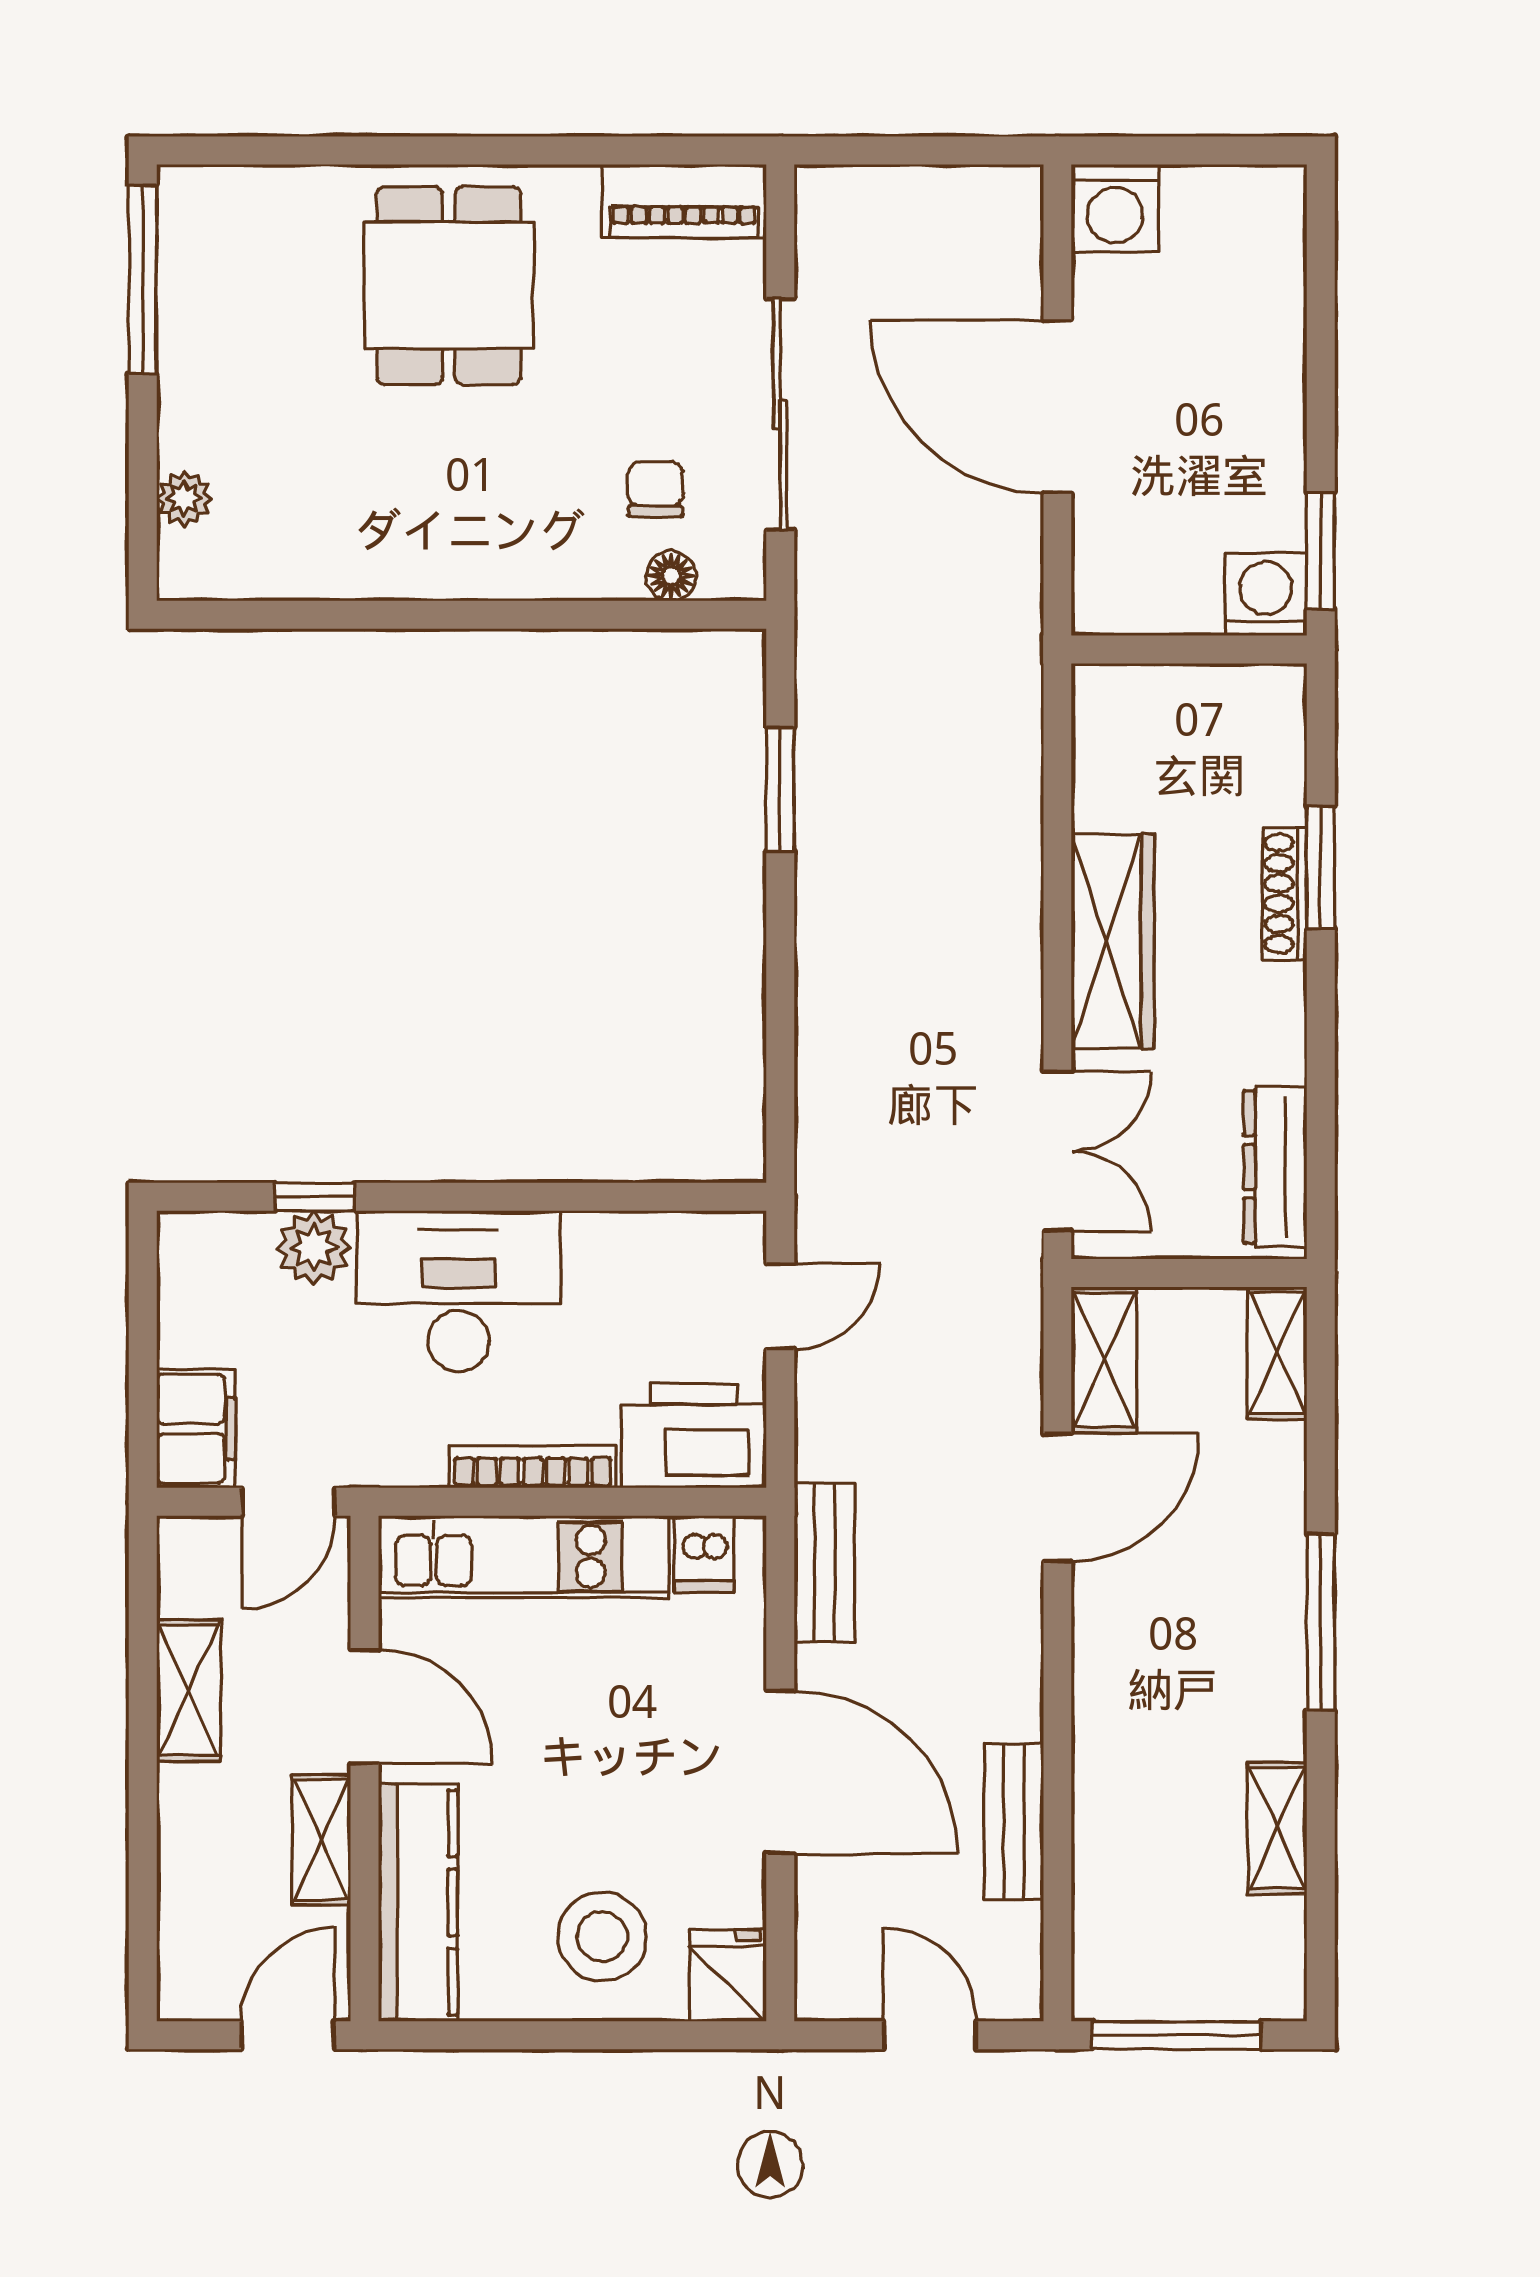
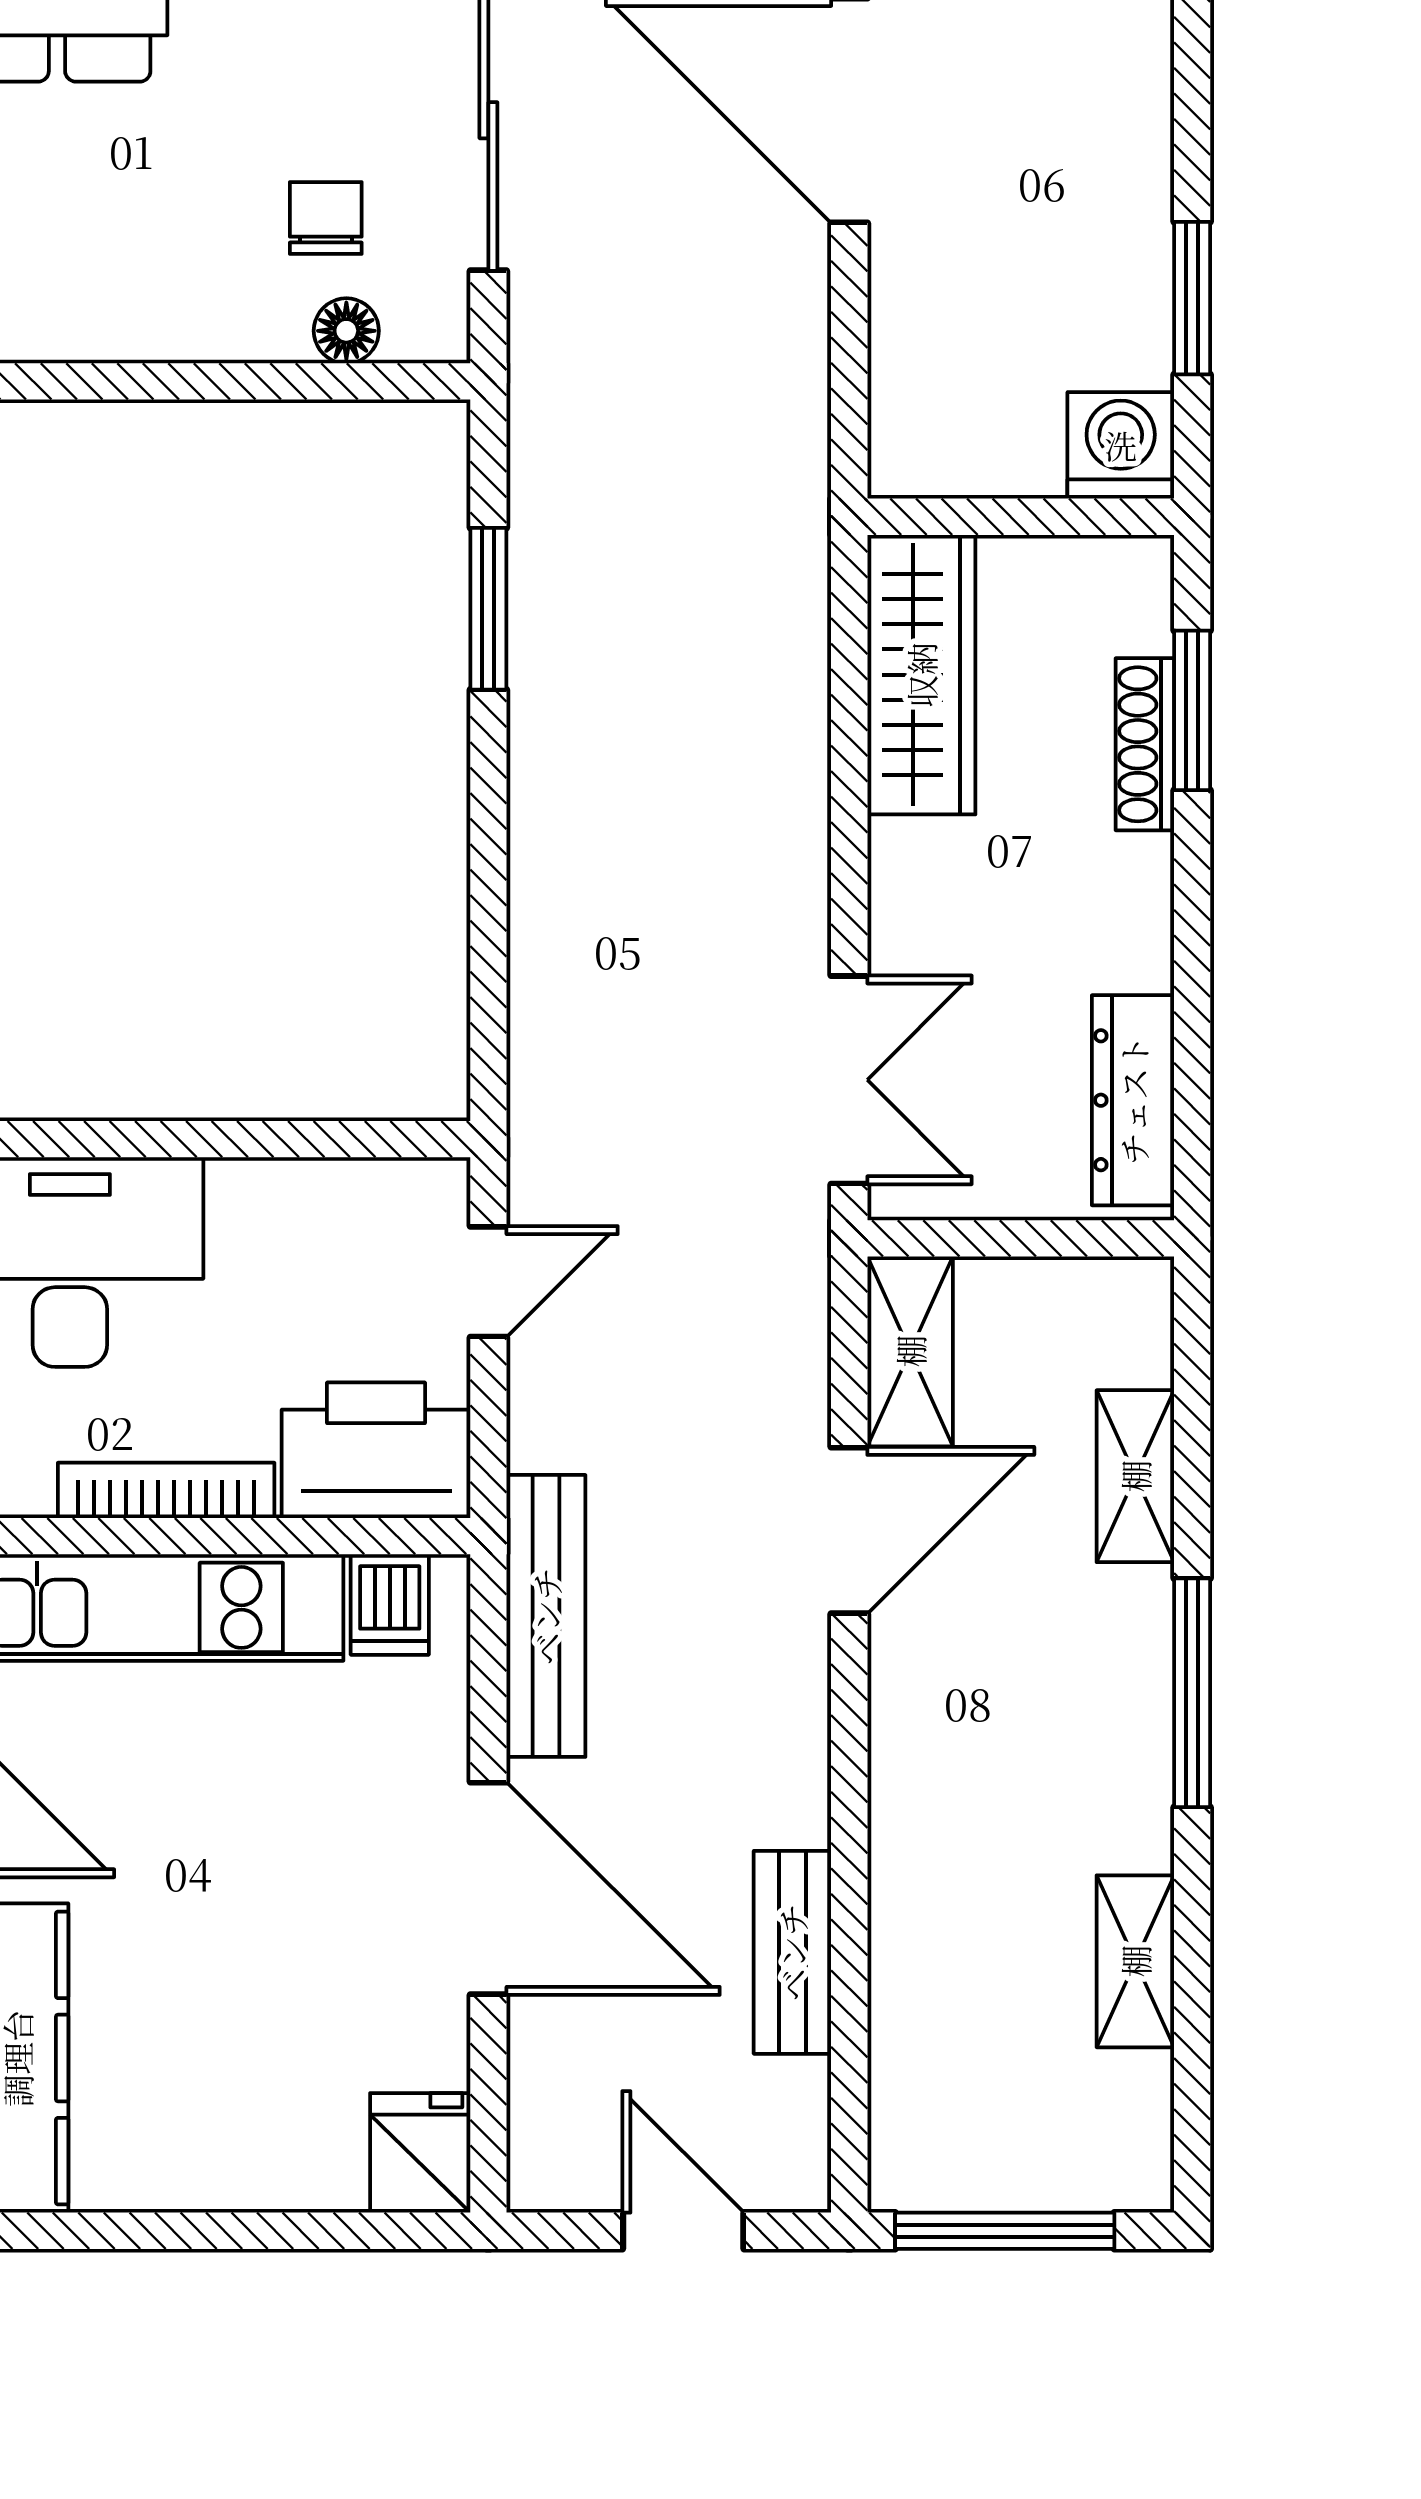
washing machine: (1266, 595) -> (1121, 445), moved
wall: (1189, 649) -> (1021, 517), moved
wardrobe: (1113, 941) -> (921, 675), moved
shelving: (1277, 1353) -> (1135, 1476), moved
bench: (824, 1563) -> (546, 1616), width x1.36
stool: (602, 1937) -> (257, 2103), removed

